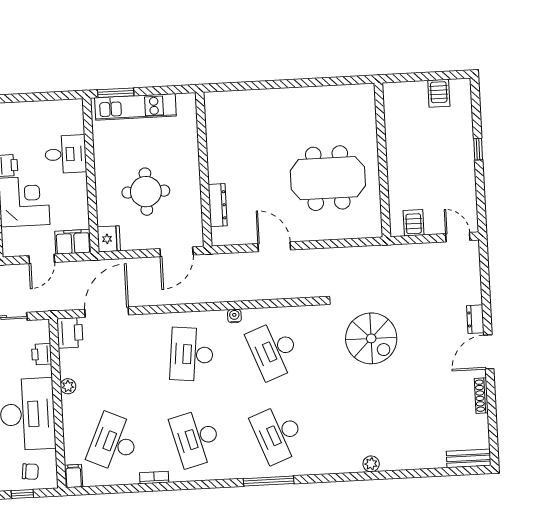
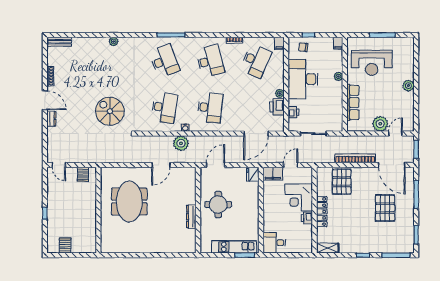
desk: (66, 154) -> (274, 243), moved
meeting table: (328, 178) -> (129, 202), turned 90
round table: (146, 192) -> (218, 205), moved
dresser: (218, 205) -> (191, 217), moved
door: (274, 247) -> (161, 165), hinge flipped
plant: (241, 288) -> (181, 143), added
printer: (70, 333) -> (277, 107), moved
desk: (274, 350) -> (164, 108), turned 30
door: (489, 352) -> (45, 100), hinge flipped

